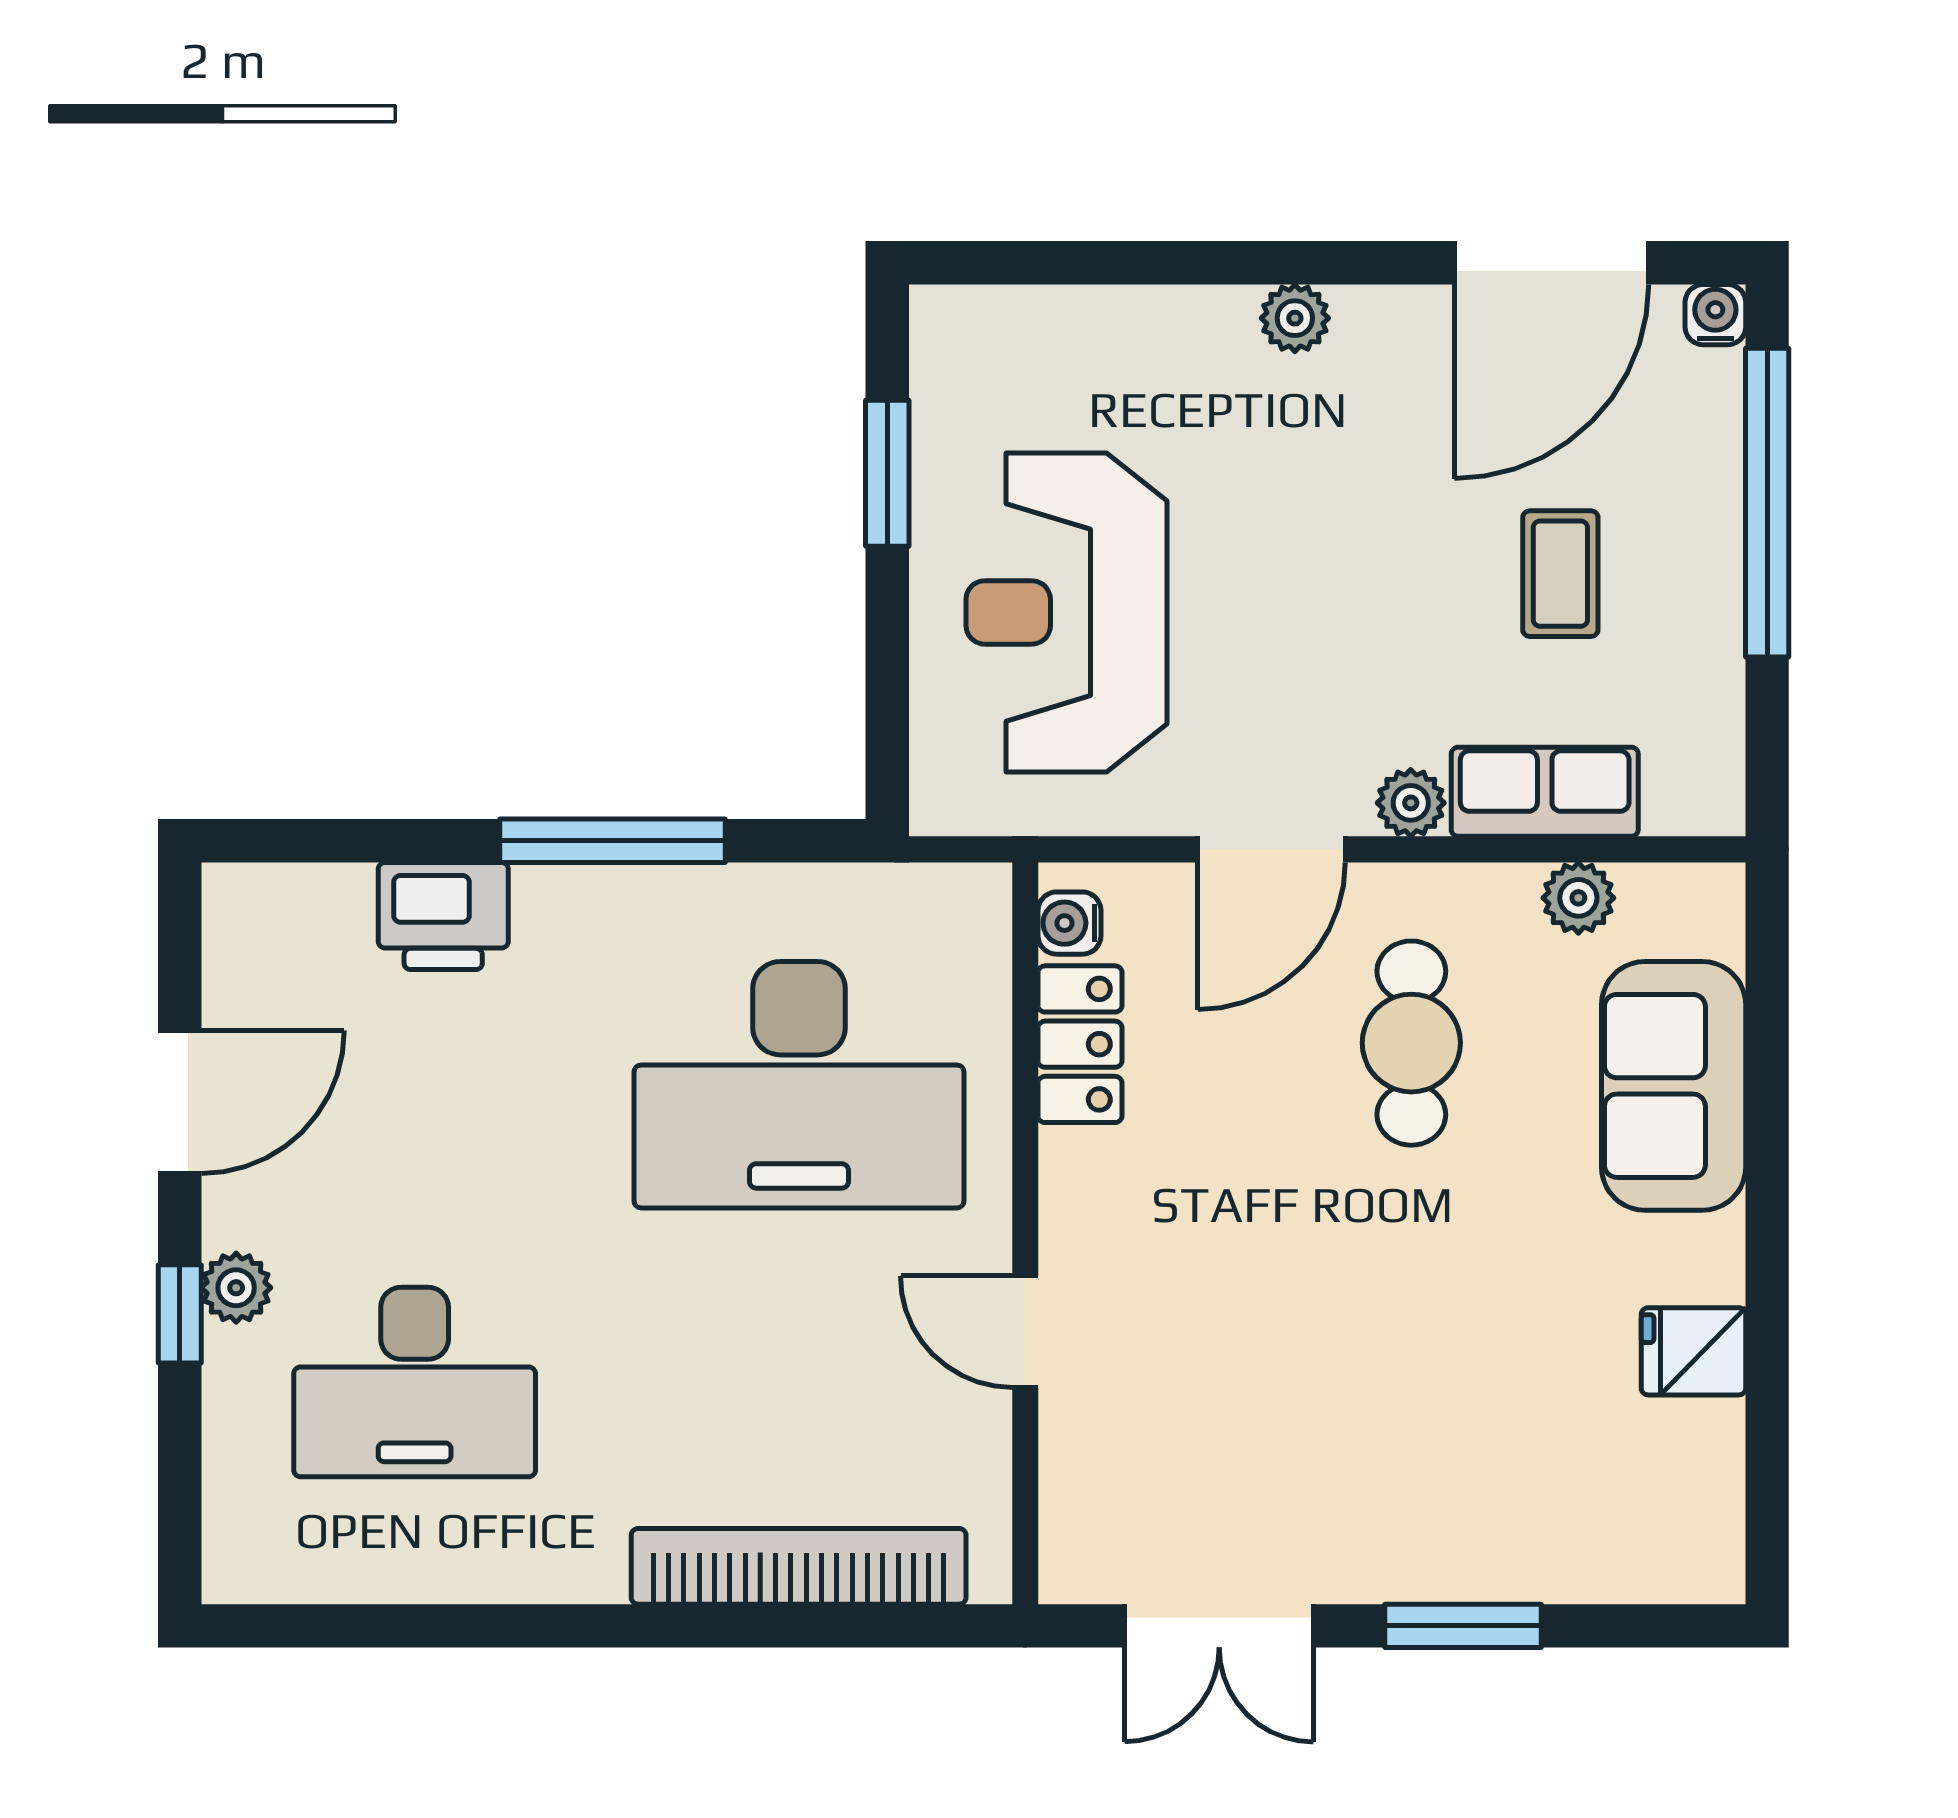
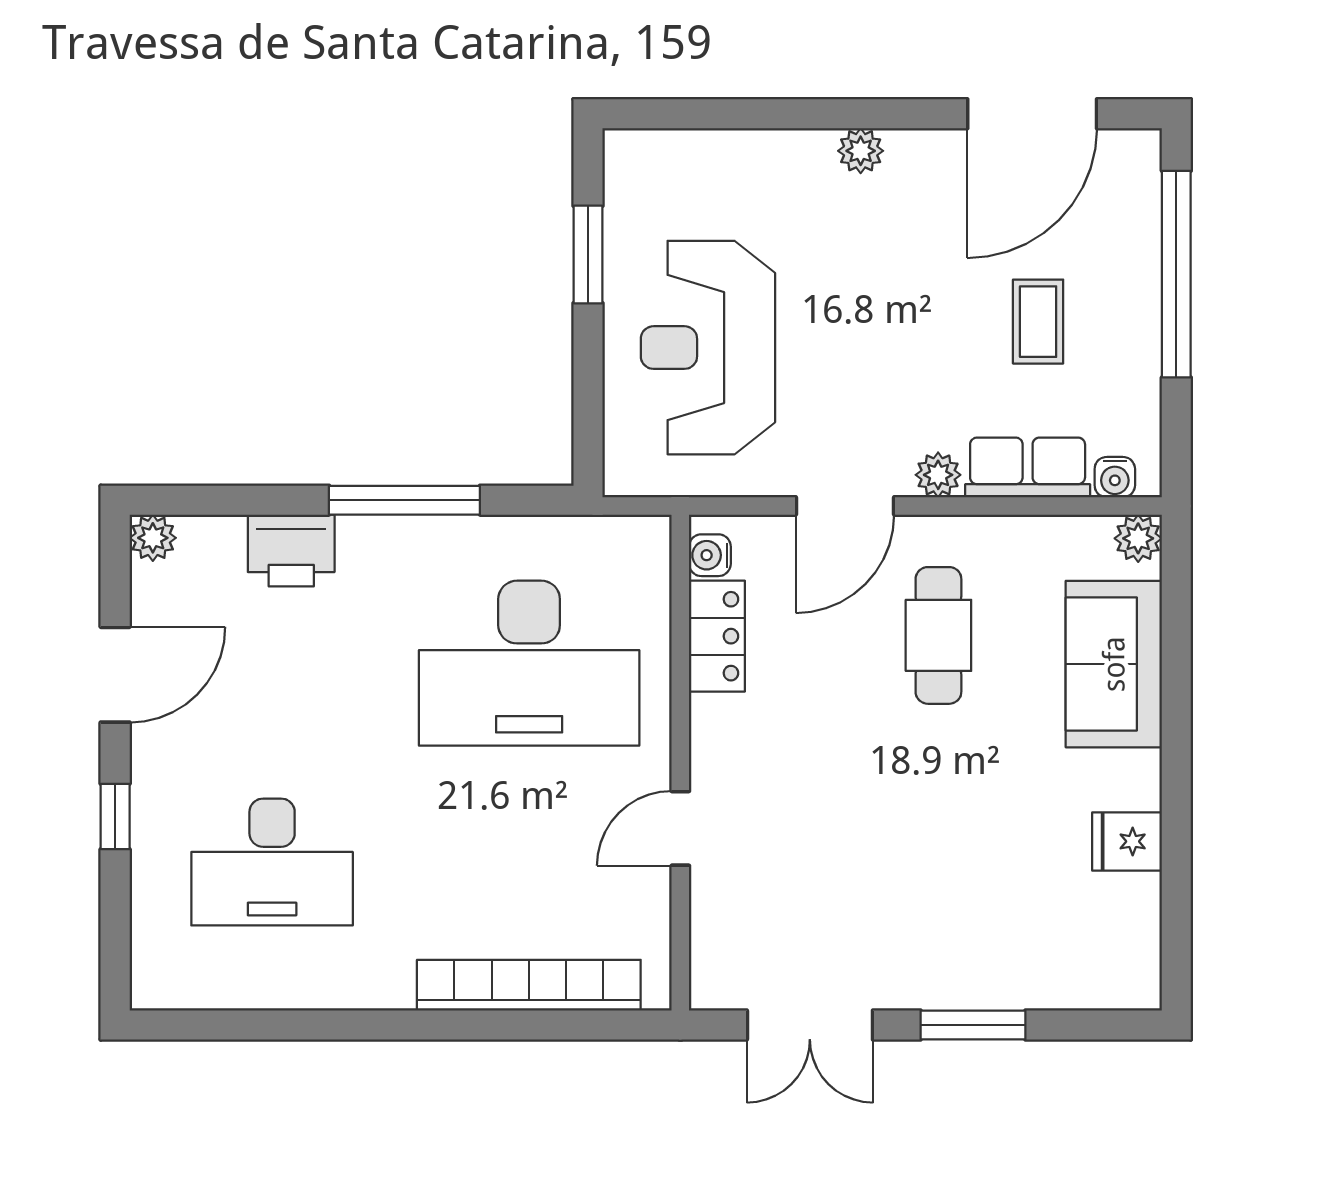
water cooler: (1715, 315) -> (1115, 477), moved, turned 180
plant: (1578, 898) -> (1138, 538), moved
plant: (236, 1288) -> (153, 538), moved
door: (1025, 1332) -> (680, 828), hinge flipped

